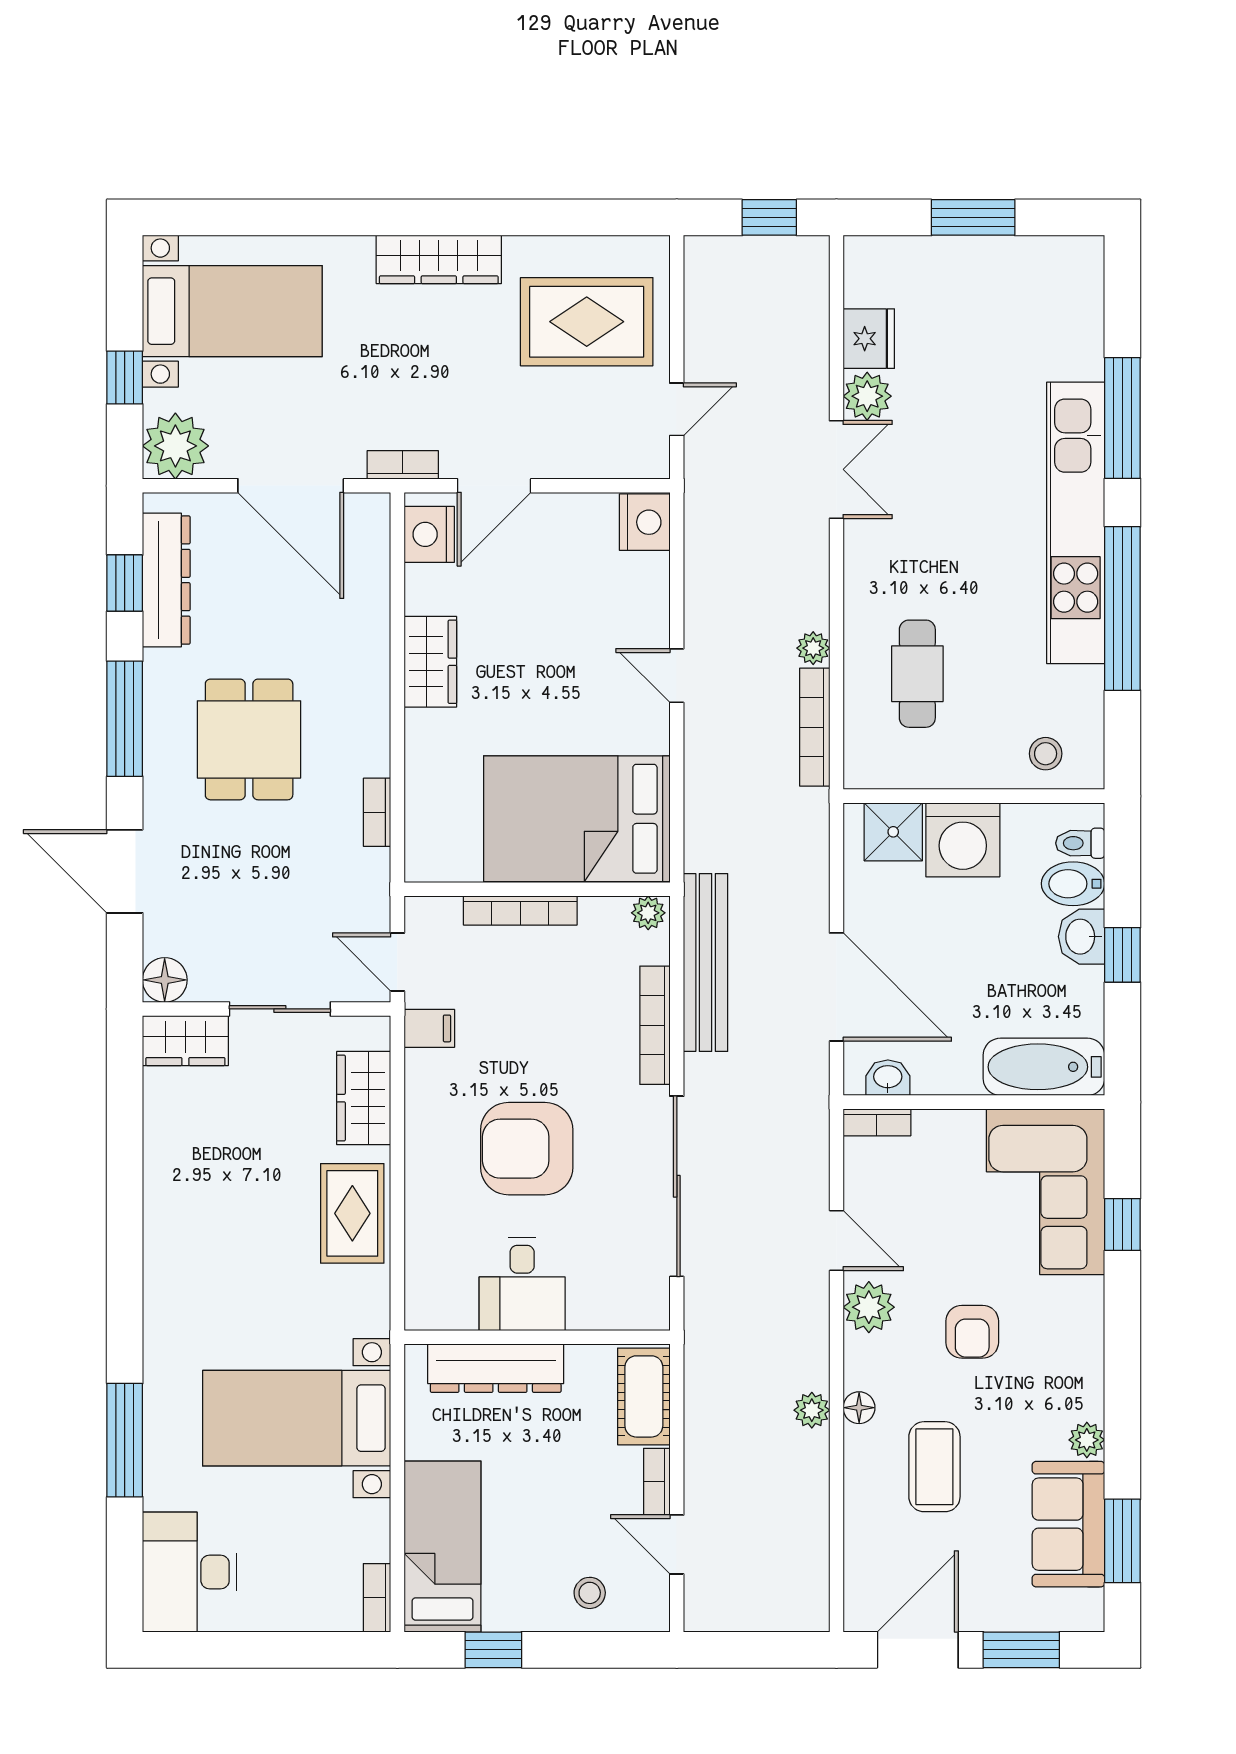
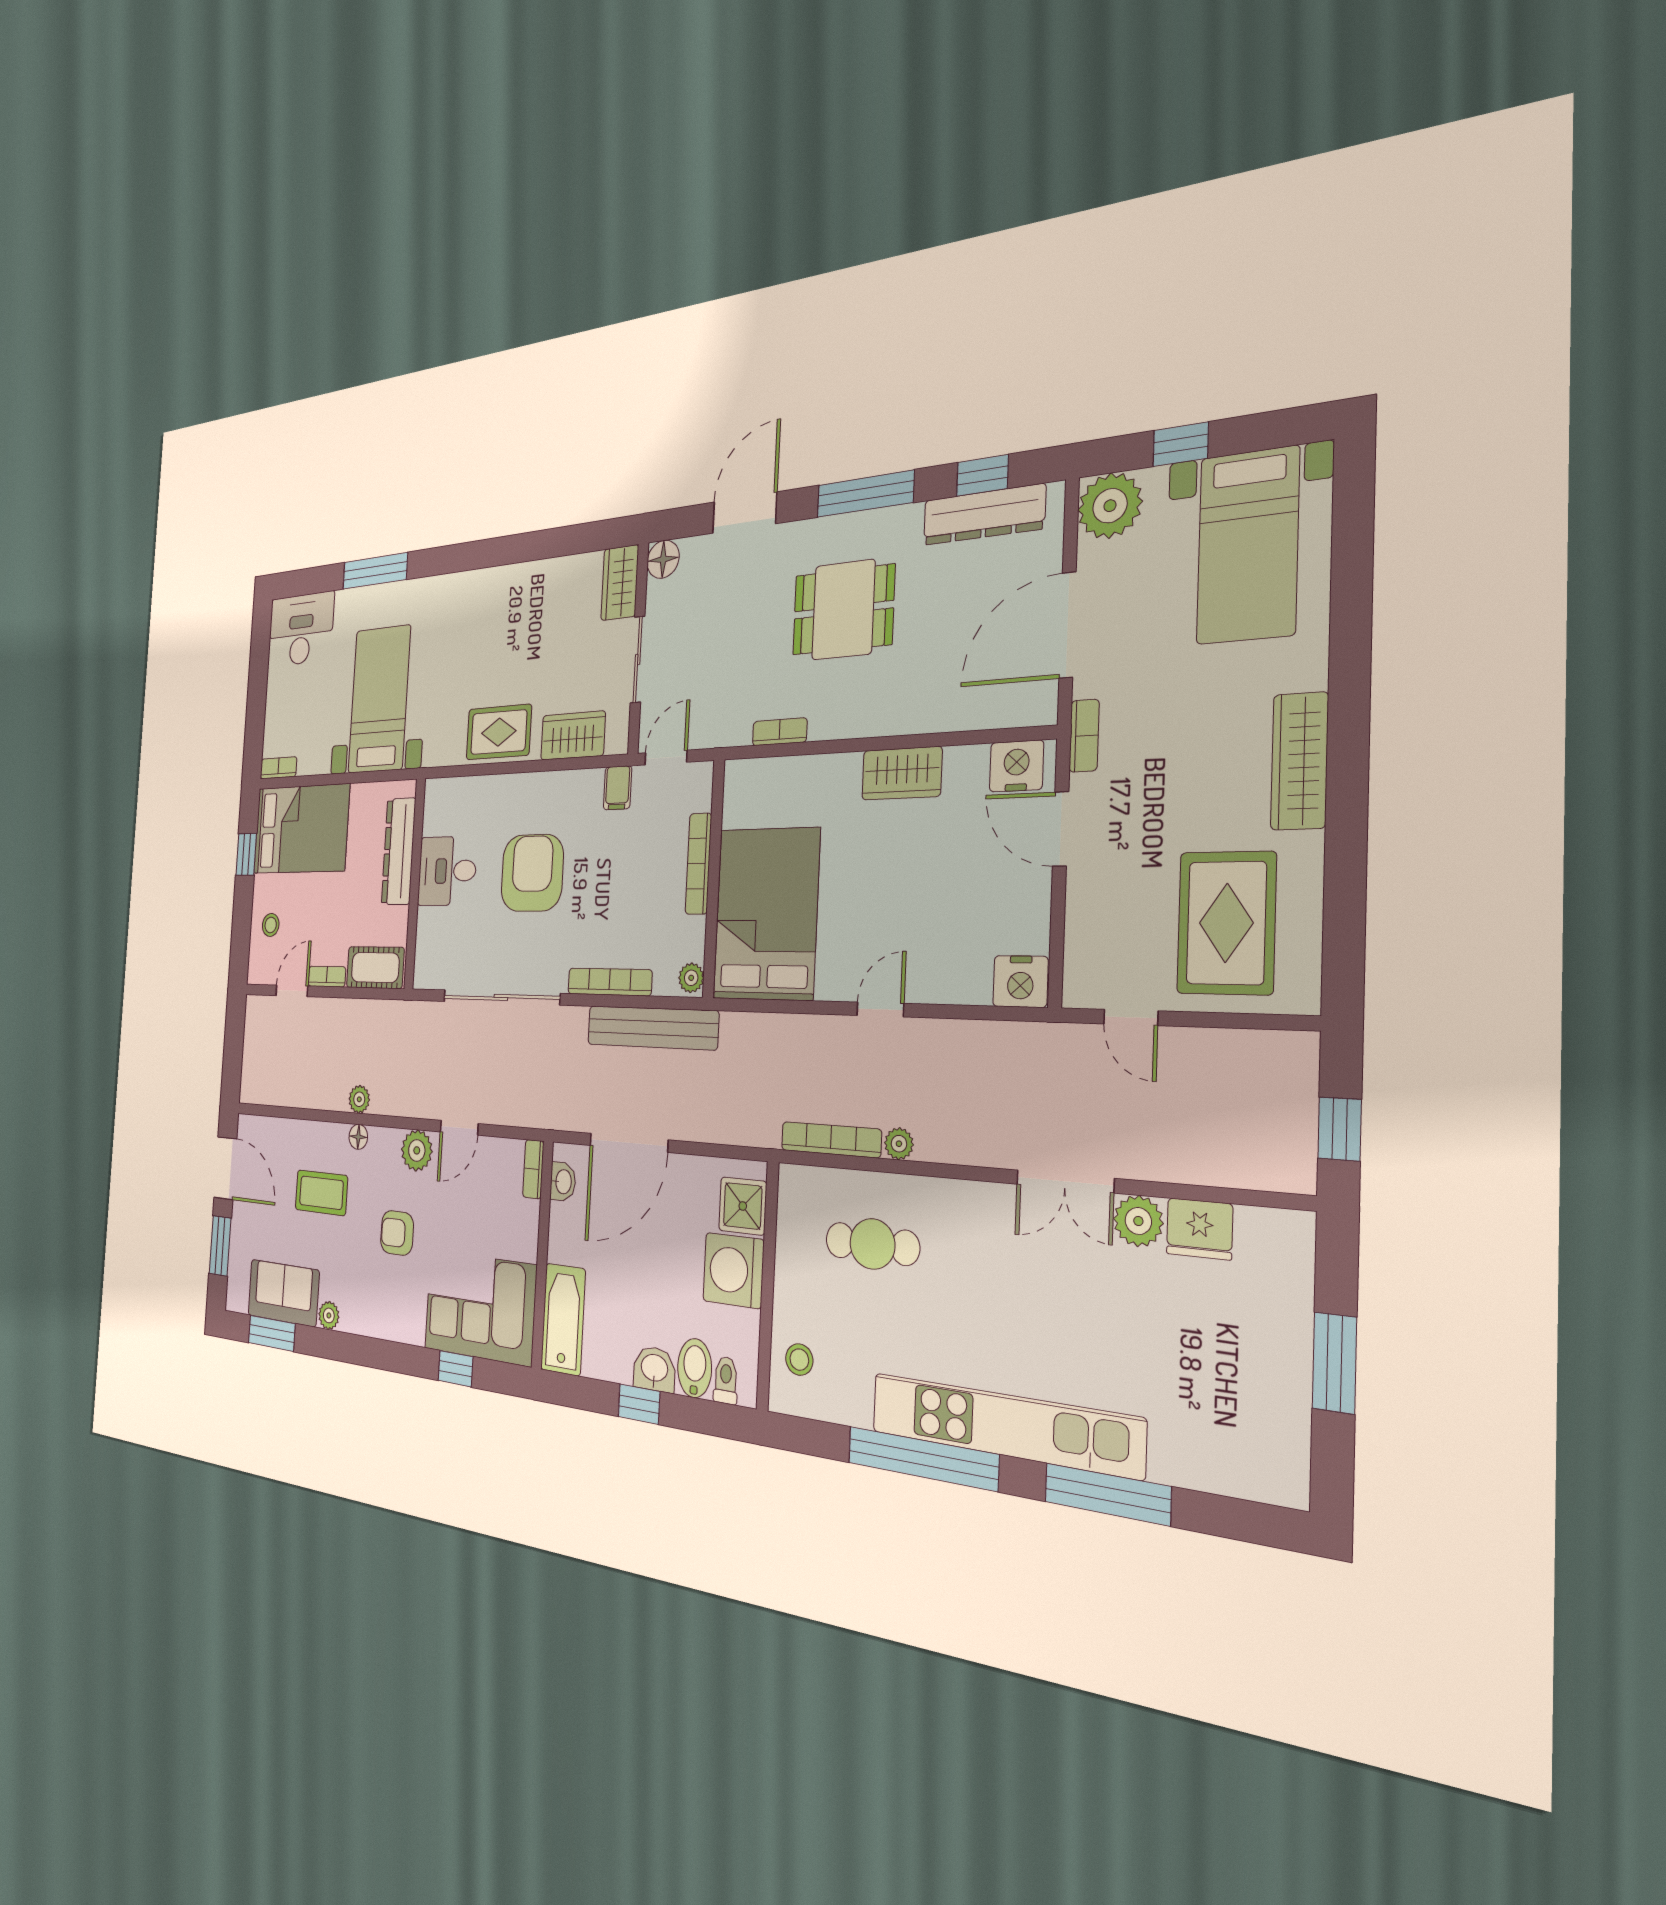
bed: (442, 1547) -> (301, 829), width x1.50

